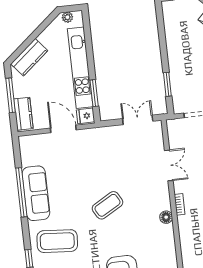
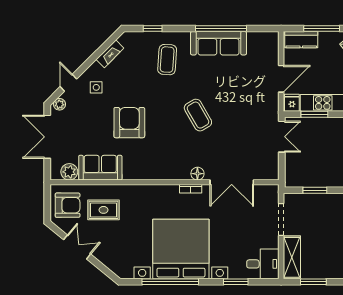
double door: (138, 120) -> (282, 137), moved
double door: (169, 165) -> (232, 182), width x1.37
floor lamp: (166, 217) -> (197, 174), moved
coffee table: (57, 241) -> (167, 60), width x0.73, depth x0.76

